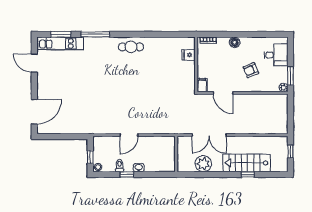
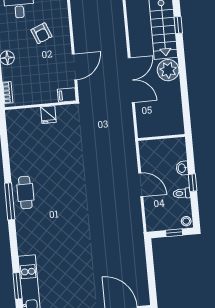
window: (95, 34) -> (10, 201), moved
fridge: (189, 55) -> (48, 115), moved
wall: (176, 154) -> (161, 137), moved
plant: (203, 164) -> (168, 70), moved

